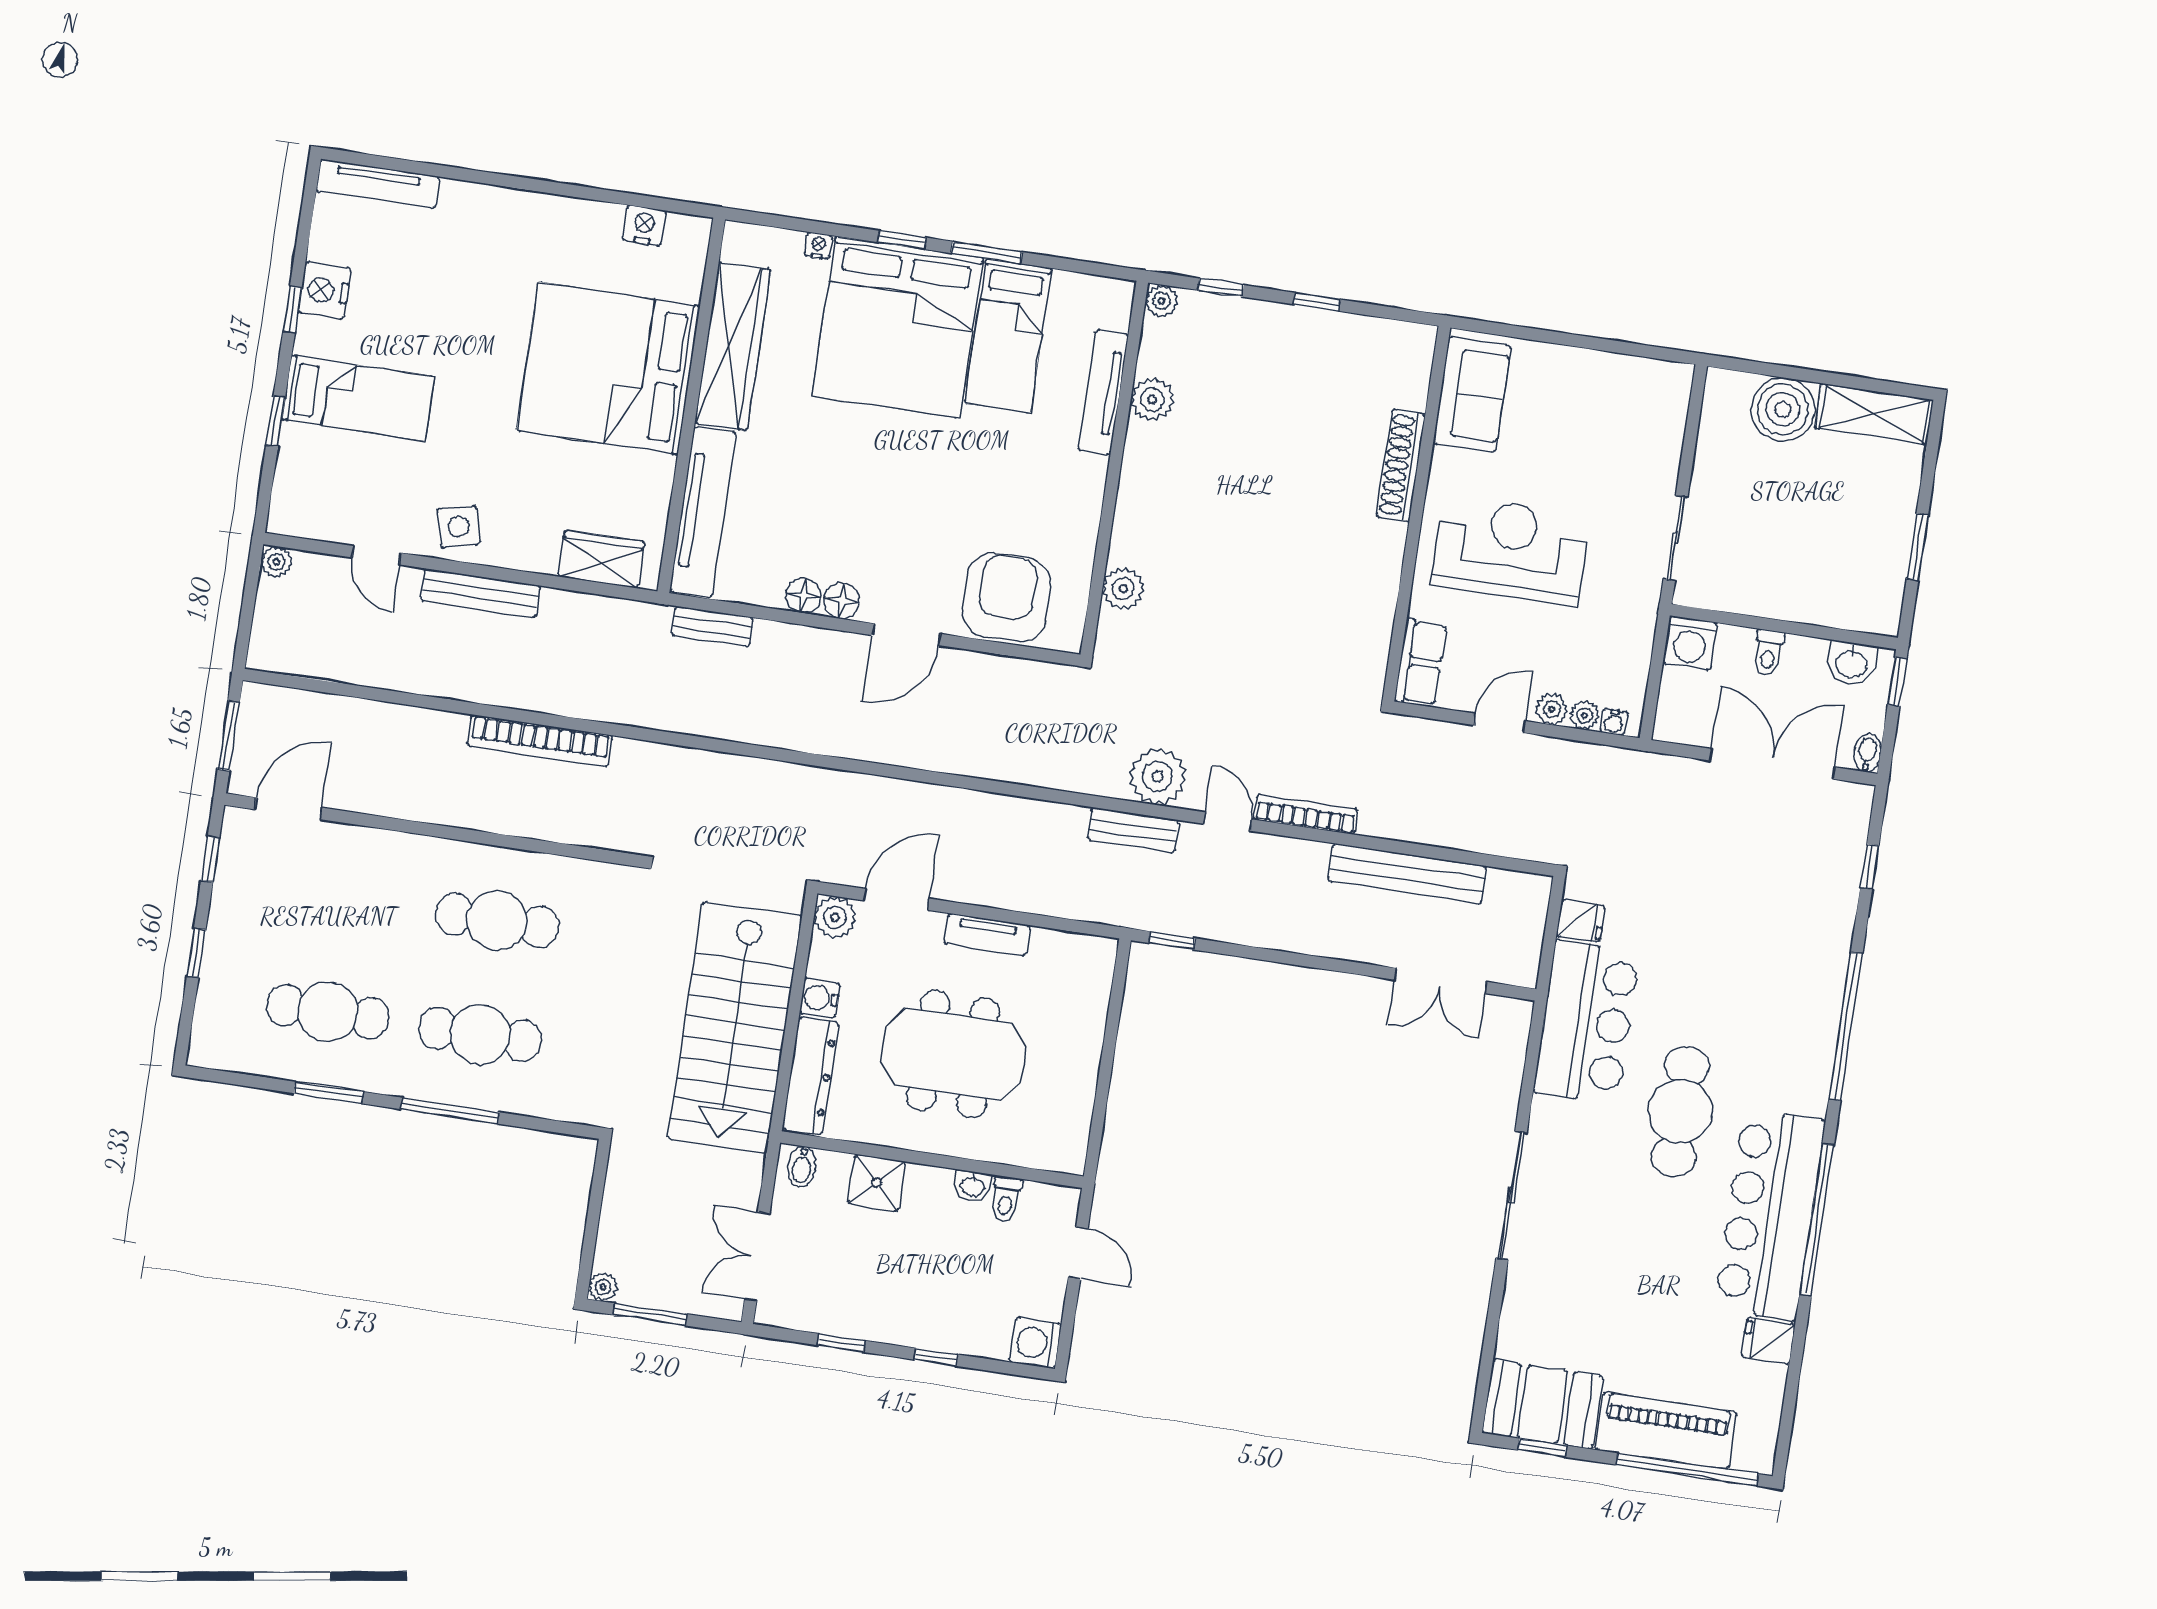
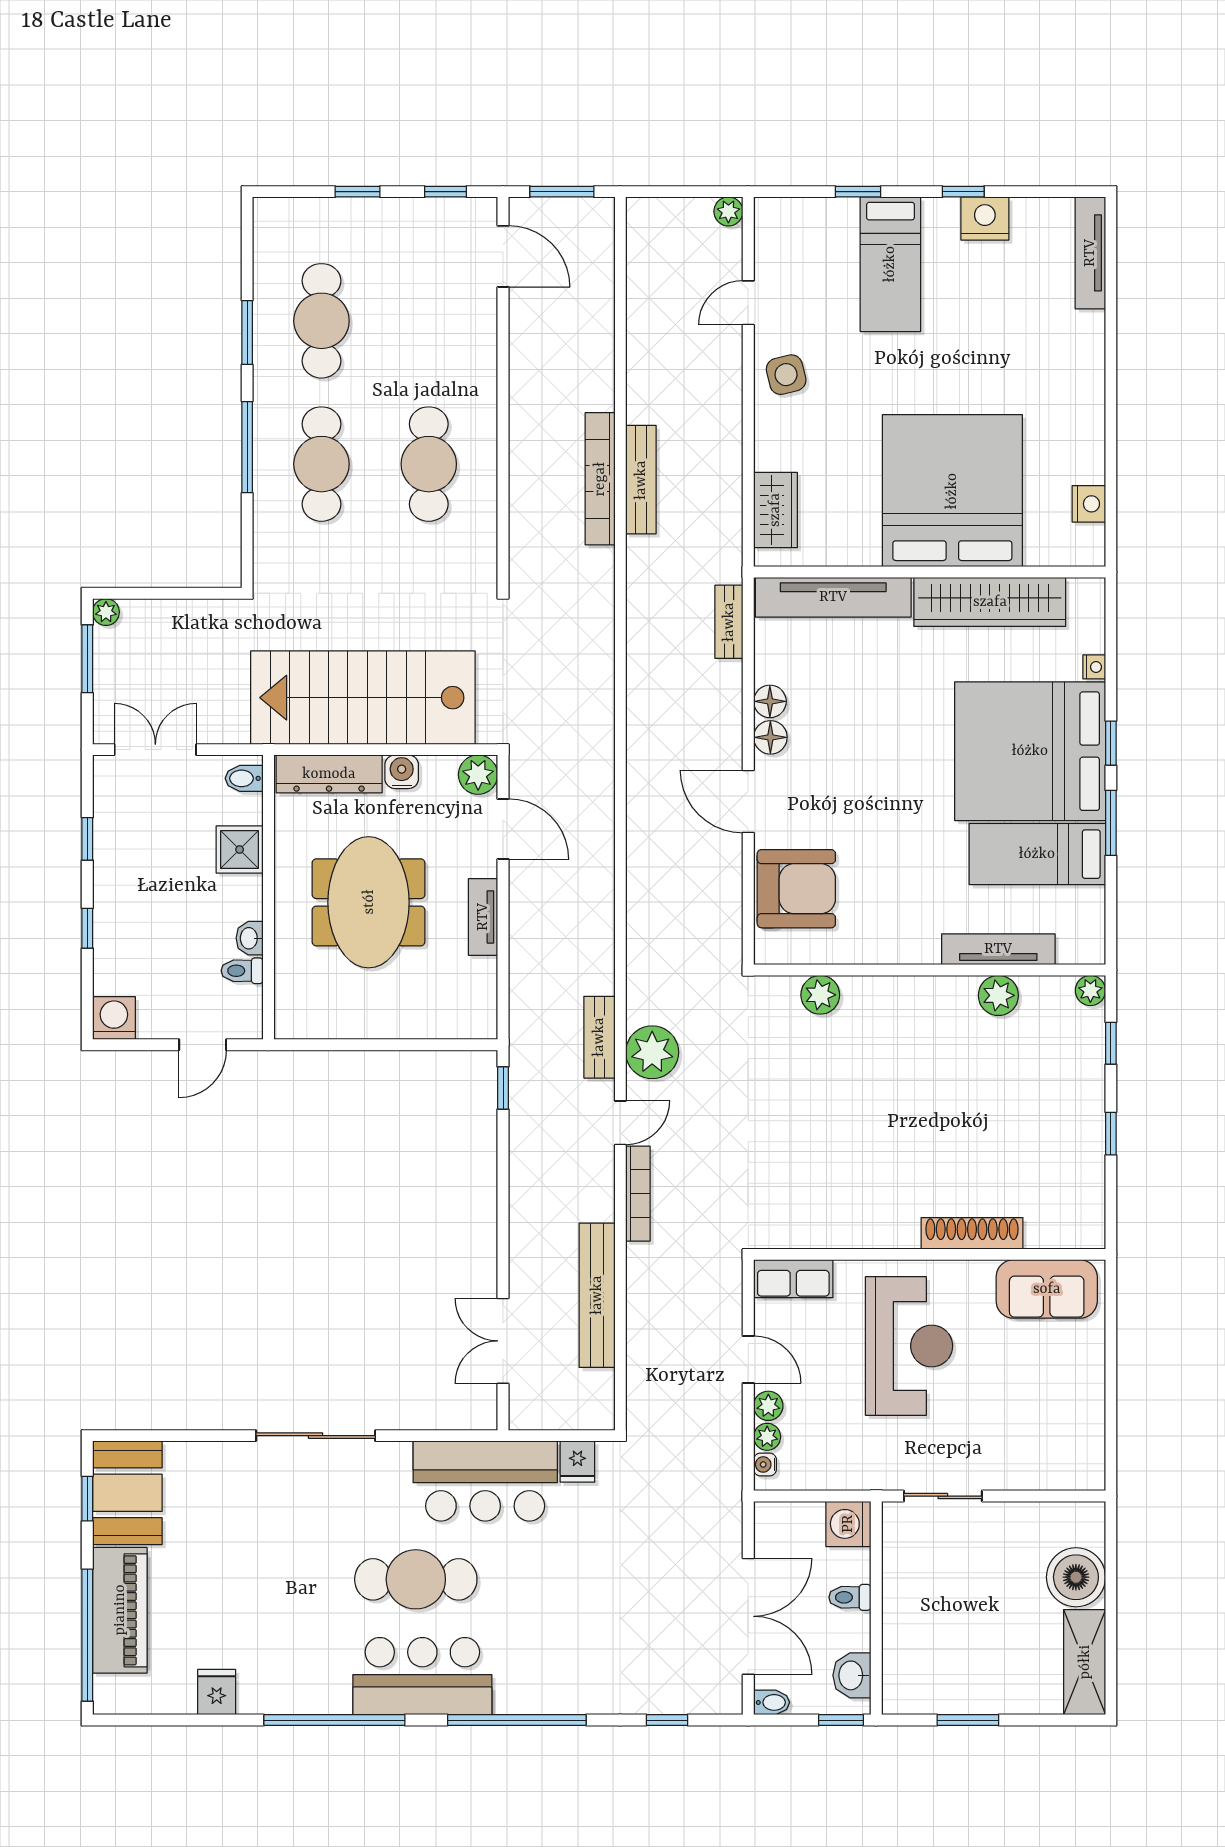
bench: (480, 593) -> (641, 480), moved
bar counter: (1770, 1215) -> (422, 1676), moved, width x0.73

